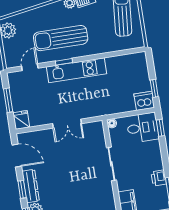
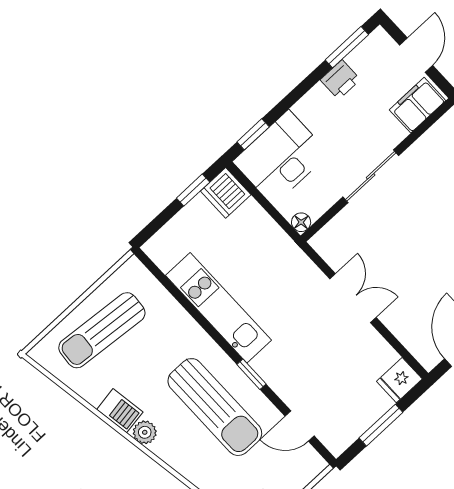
kitchen unit: (76, 70) -> (218, 308), moved
desk: (143, 128) -> (281, 158), width x1.37

